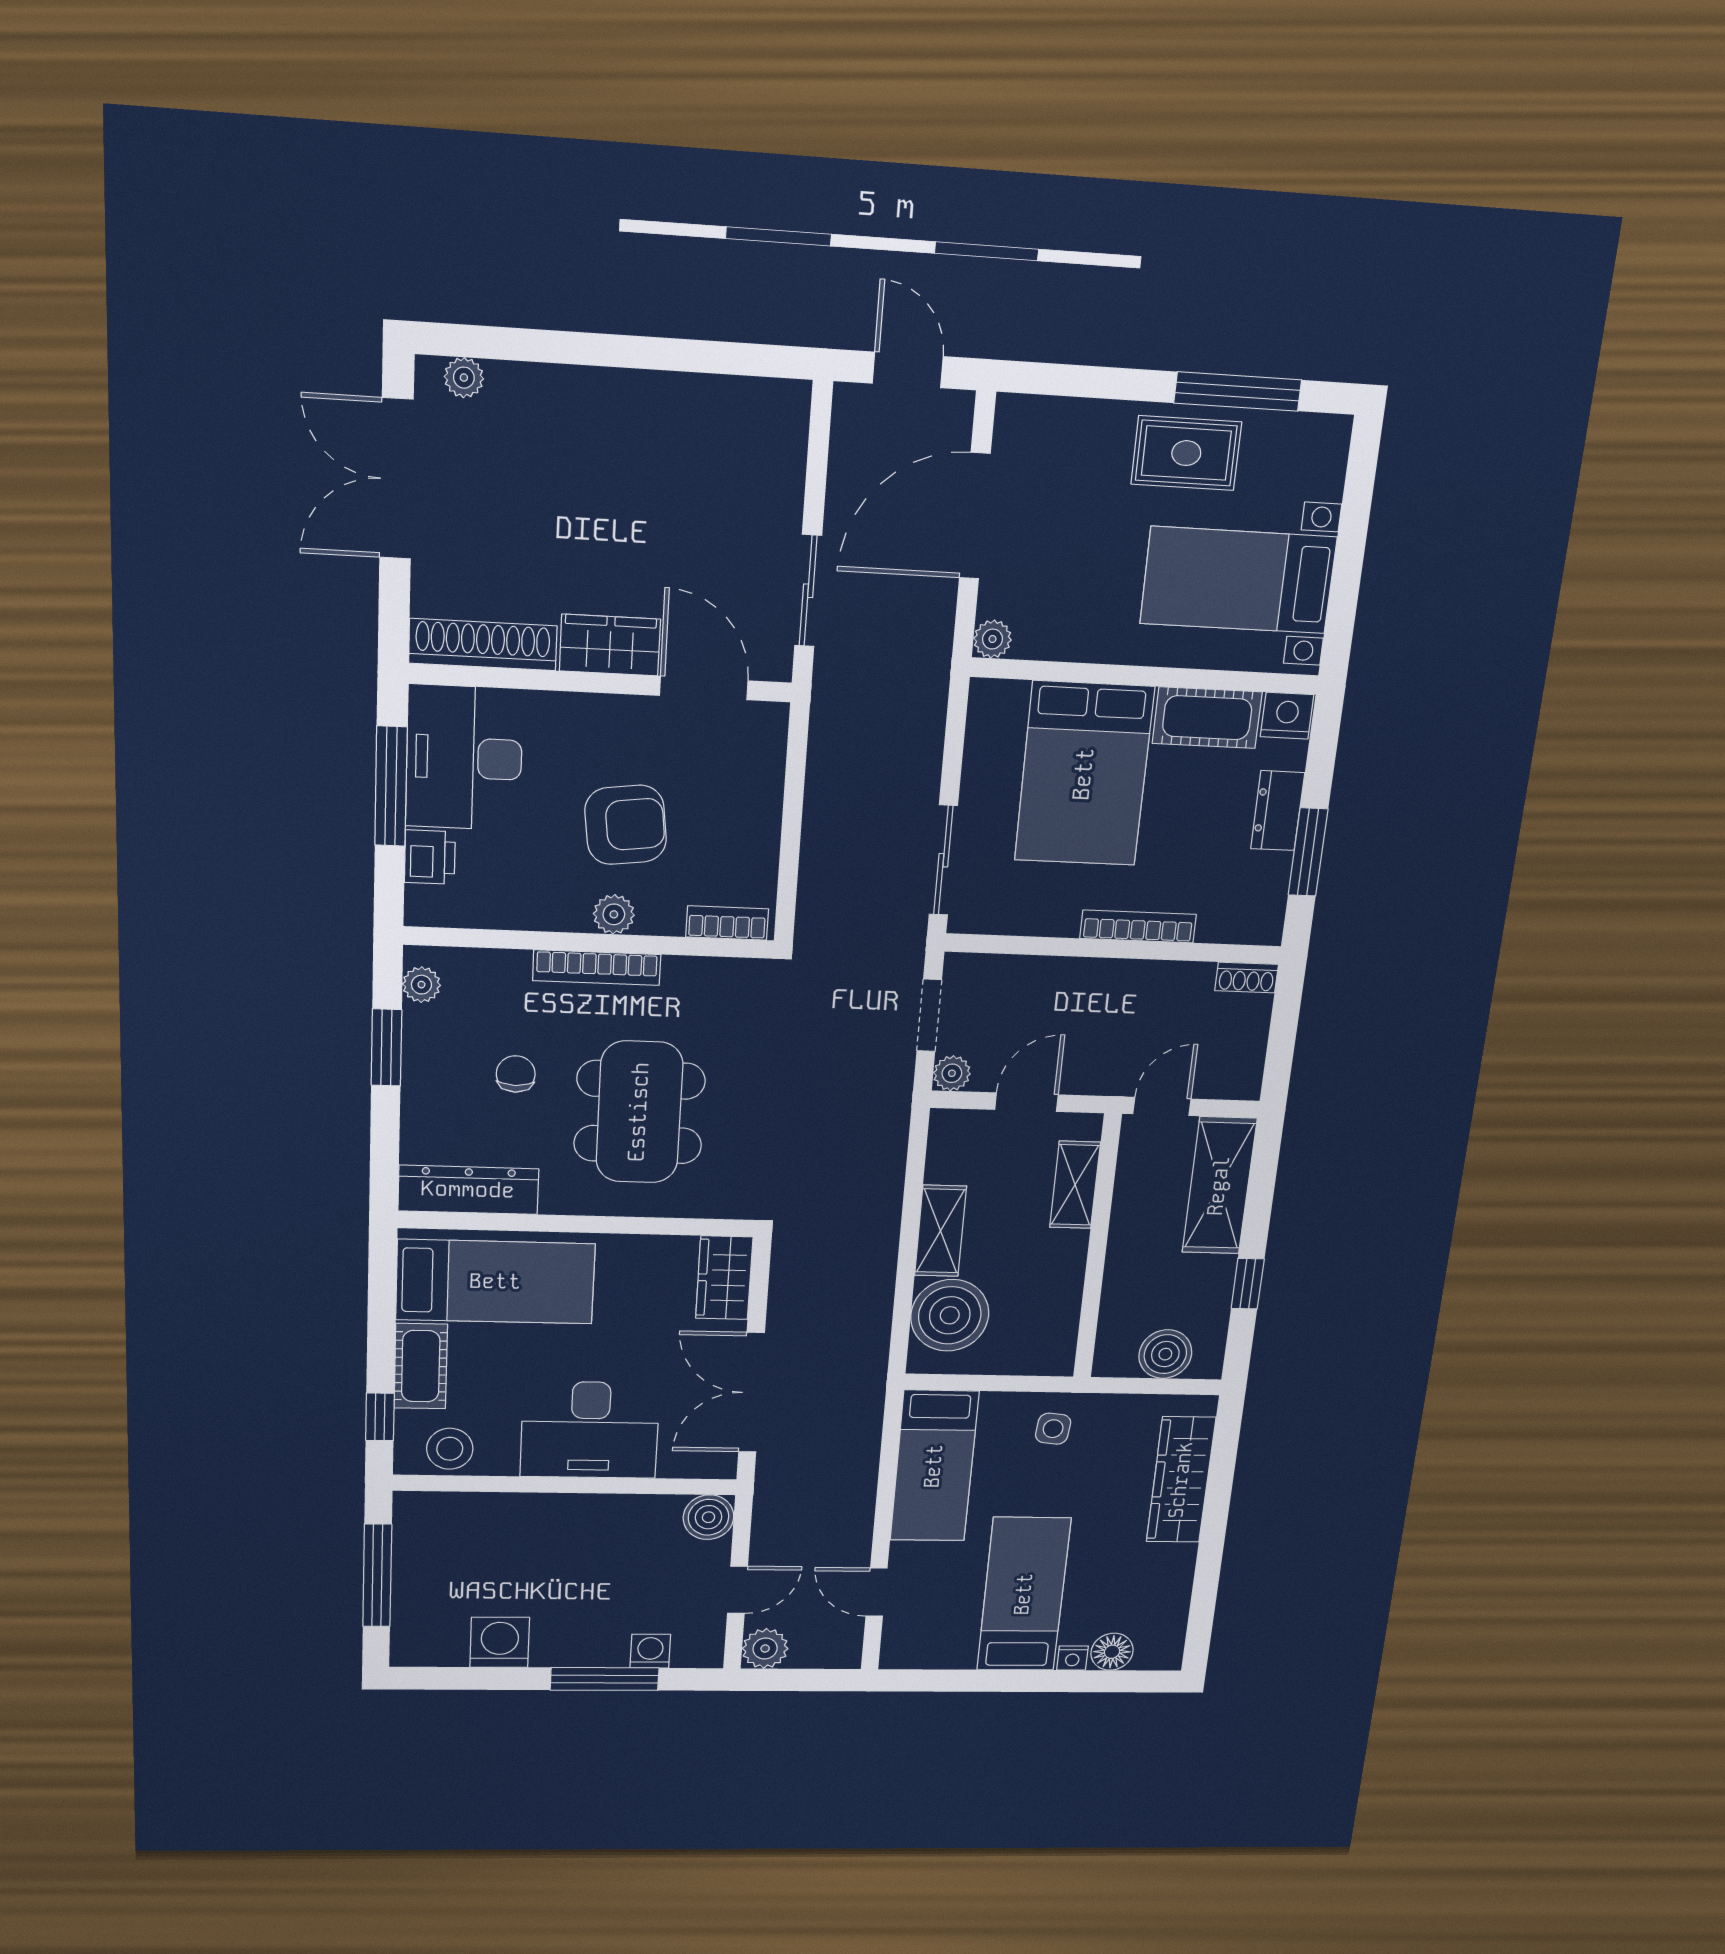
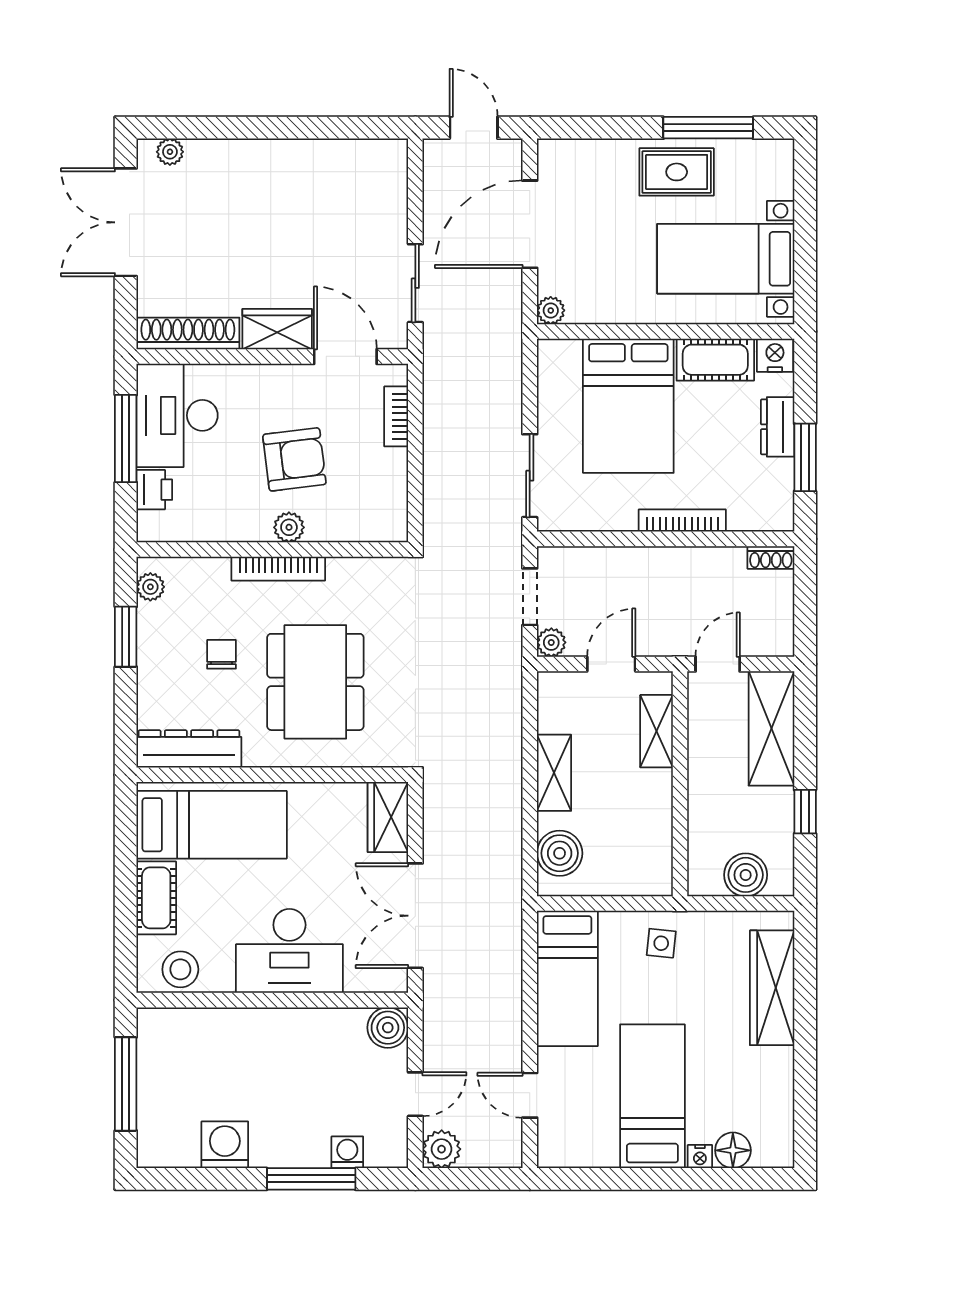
bookcase: (727, 923) -> (396, 416), moved, turned -90
boiler: (950, 1315) -> (560, 853), width x0.73, depth x0.73
window: (380, 1417) -> (126, 942), removed

